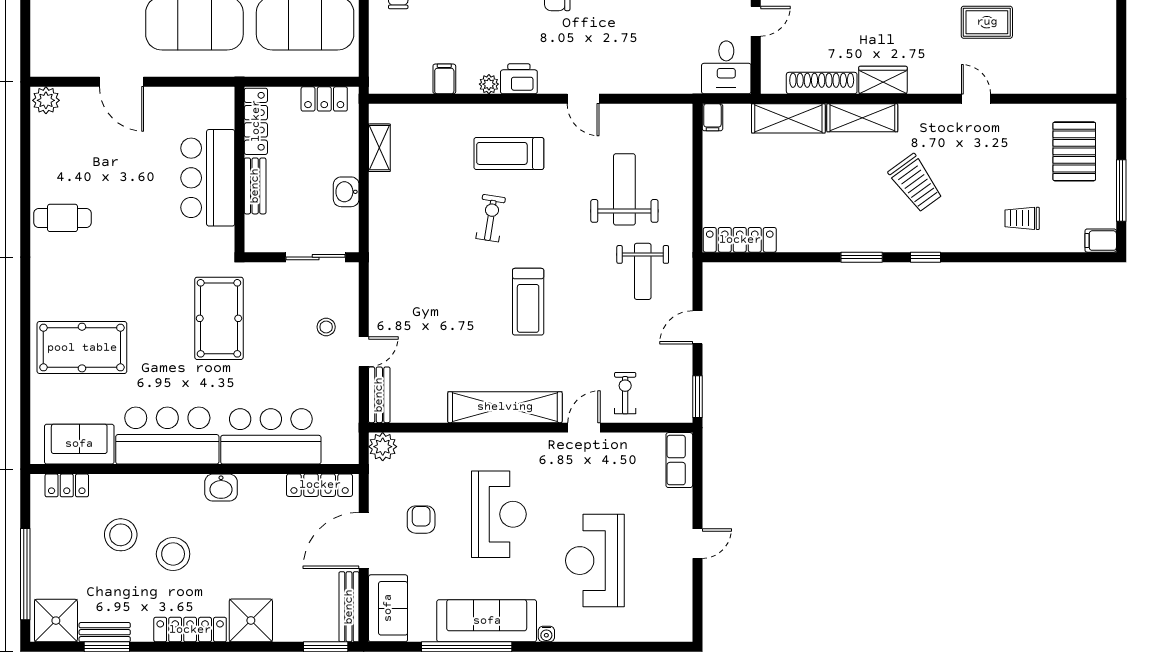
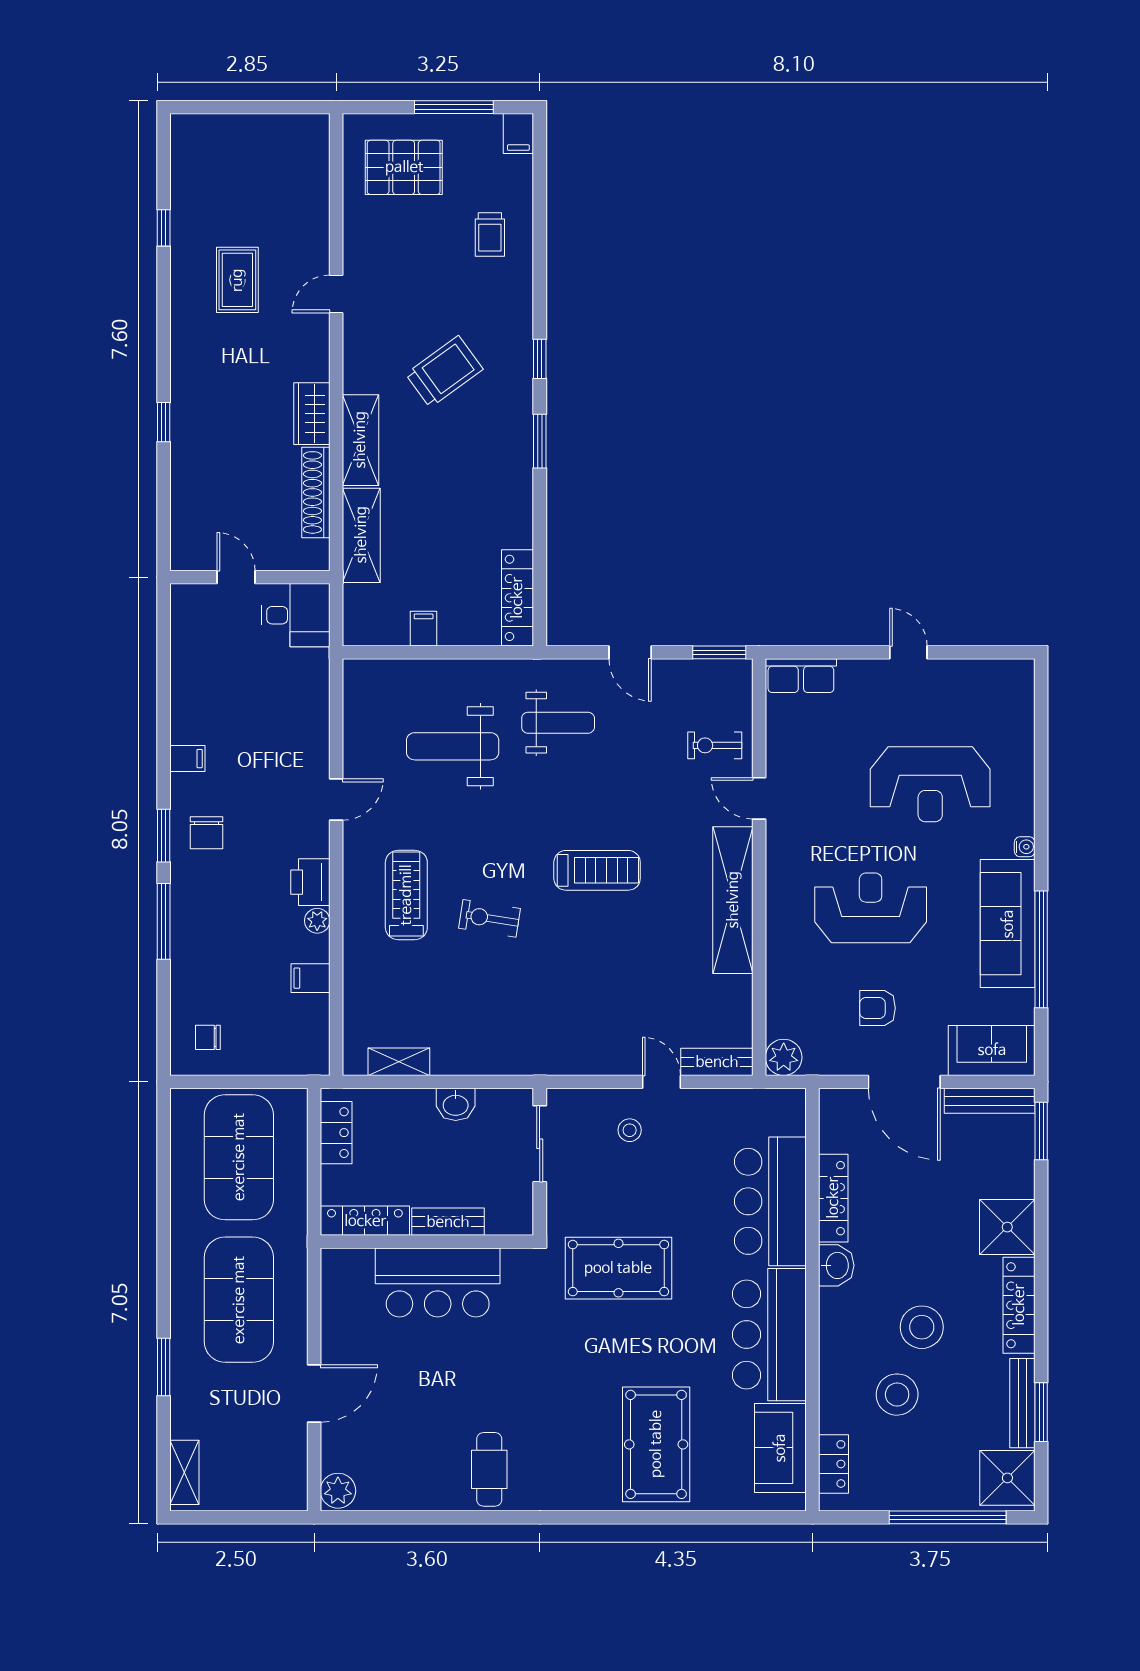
filing cabinet: (712, 117) -> (424, 629), moved, turned -90
treadmill: (509, 153) -> (406, 895), turned 180
locker: (320, 485) -> (833, 1198), moved
bench: (105, 632) -> (1022, 1403), width x1.36

